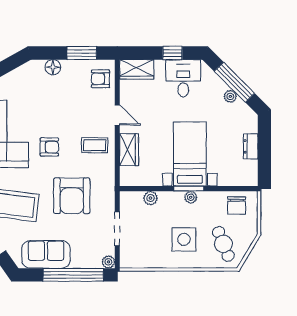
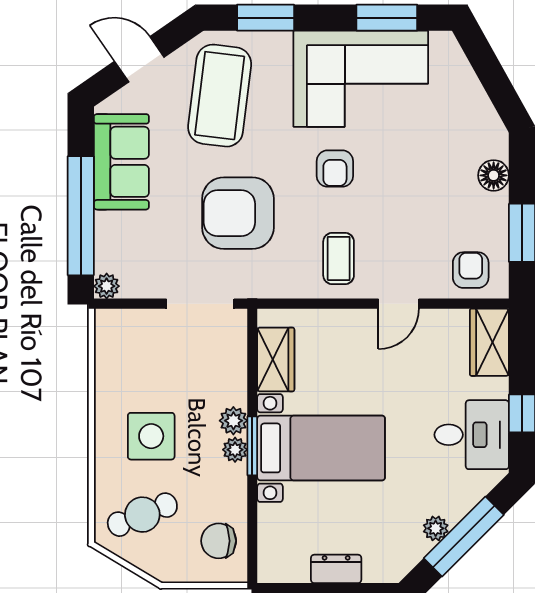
wardrobe: (129, 150) -> (276, 359), moved, turned -90
plant: (151, 198) -> (233, 421), moved
doorway: (117, 229) -> (200, 304), moved

